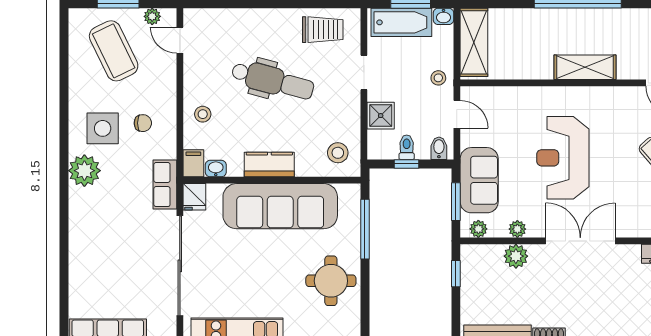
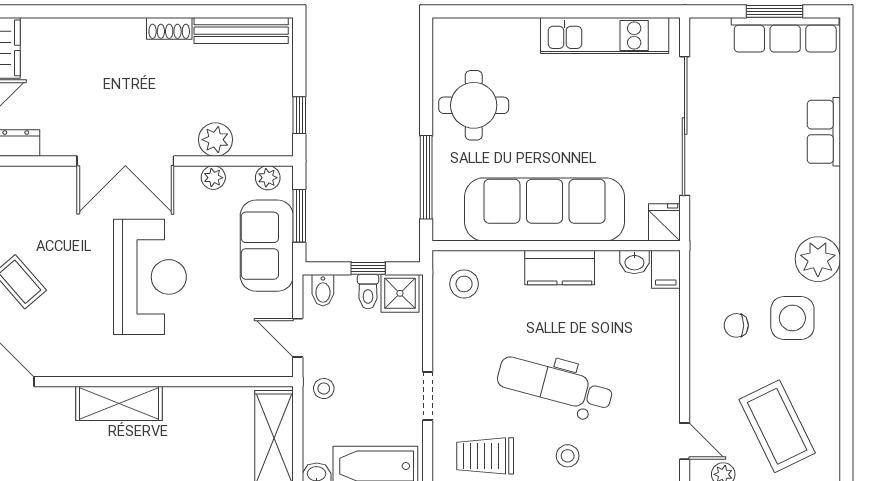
stool: (203, 114) -> (568, 456), moved
shower: (381, 116) -> (400, 293), moved
row of seats: (165, 185) -> (824, 132), moved, turned 180

